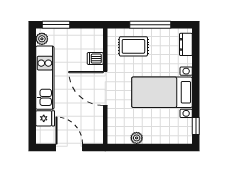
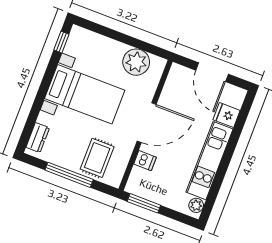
window: (56, 25) -> (144, 203), moved
rug: (133, 46) -> (97, 158), turned 90
door: (105, 89) -> (147, 123), hinge flipped
plant: (137, 138) -> (136, 62), width x1.88, depth x1.88

